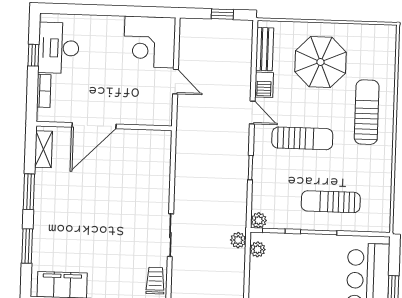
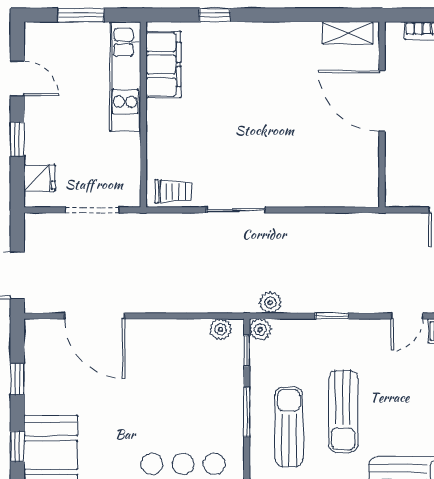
sun lounger: (302, 138) -> (343, 411), moved
window: (29, 192) -> (289, 15), removed
plant: (238, 240) -> (270, 303), moved
window: (27, 246) -> (215, 15), width x0.67

